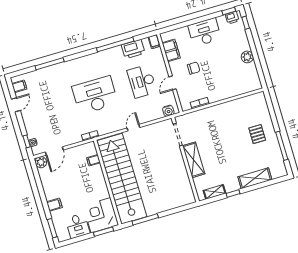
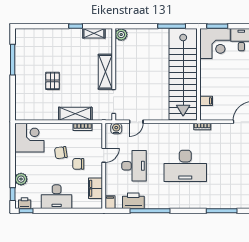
plant: (247, 57) -> (21, 179), moved
chair: (213, 74) -> (61, 153), added
corner desk: (246, 79) -> (29, 138), added
door: (133, 128) -> (136, 122), moved
pallet: (257, 134) -> (53, 81), moved
shelving: (255, 178) -> (75, 114), moved
plant: (189, 198) -> (121, 35), added

